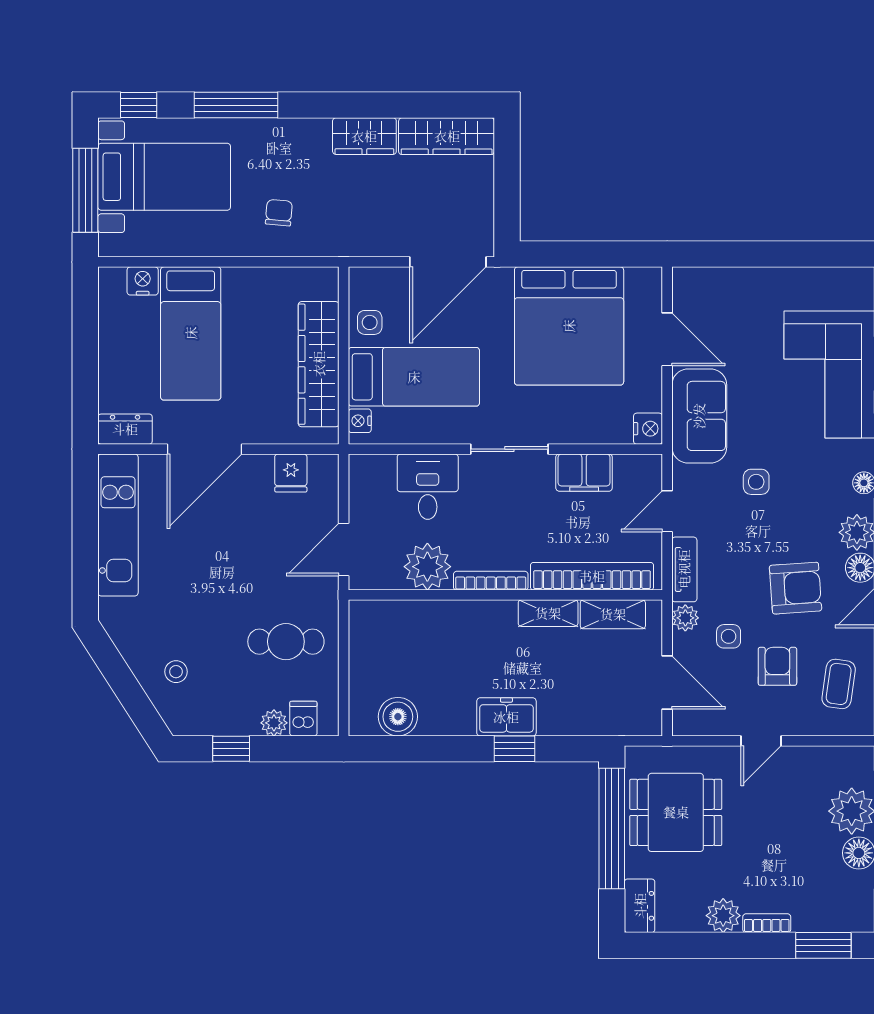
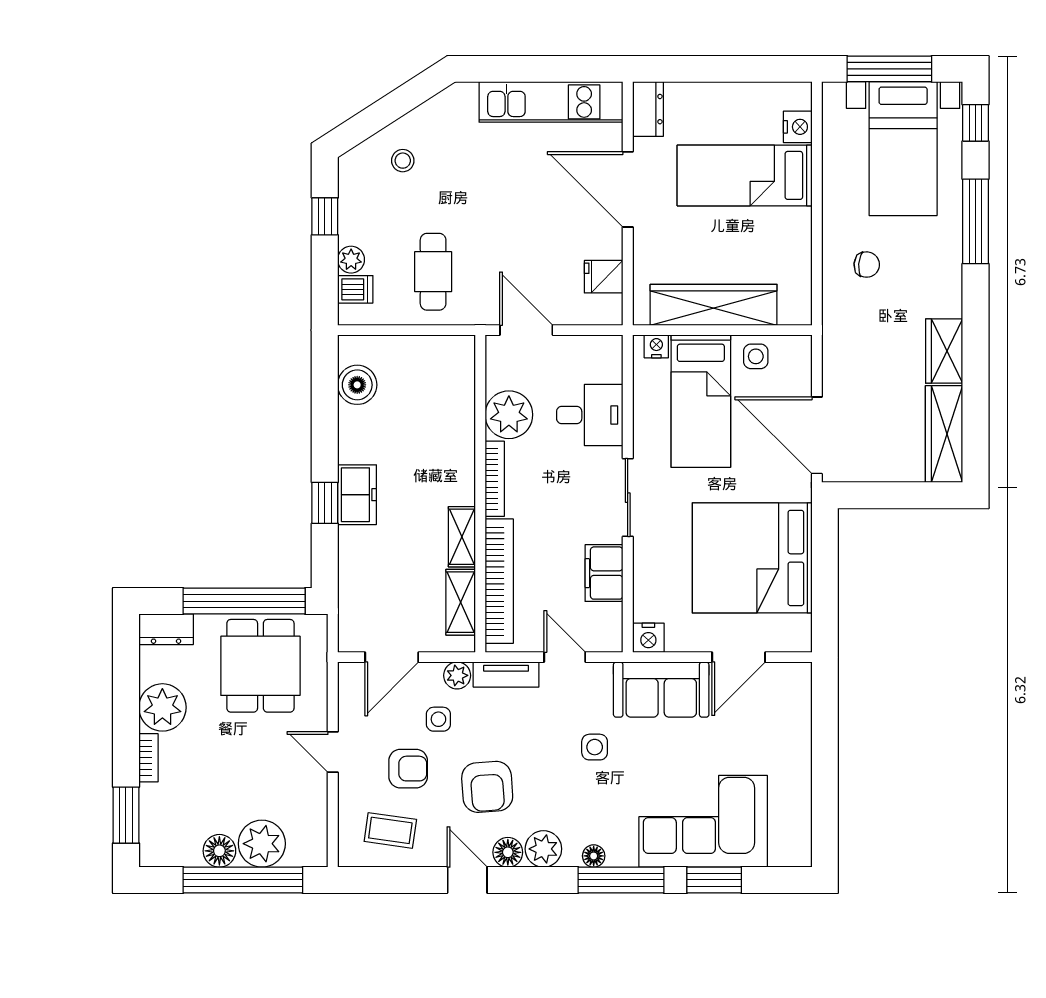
plant: (723, 916) -> (162, 707), width x1.36, depth x1.36

